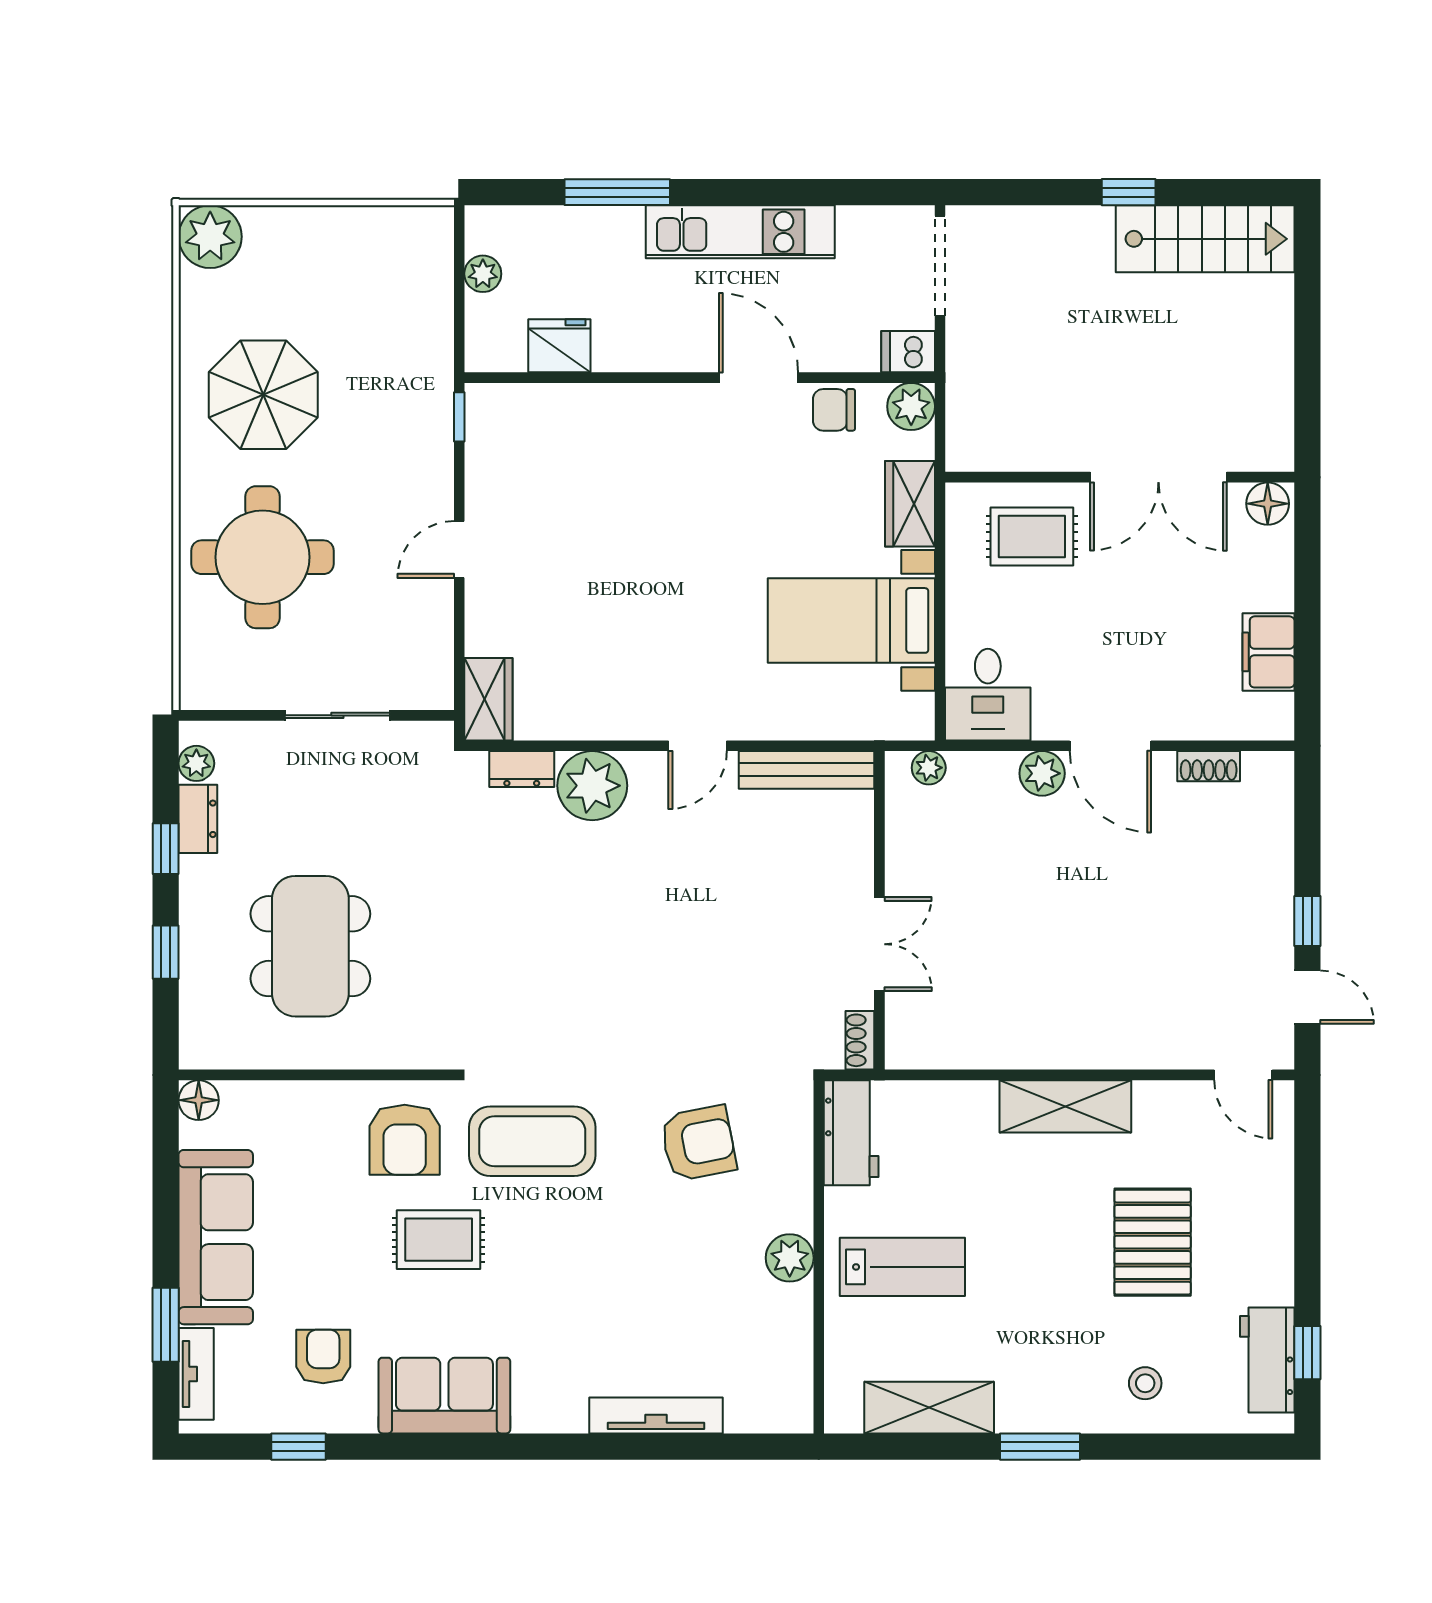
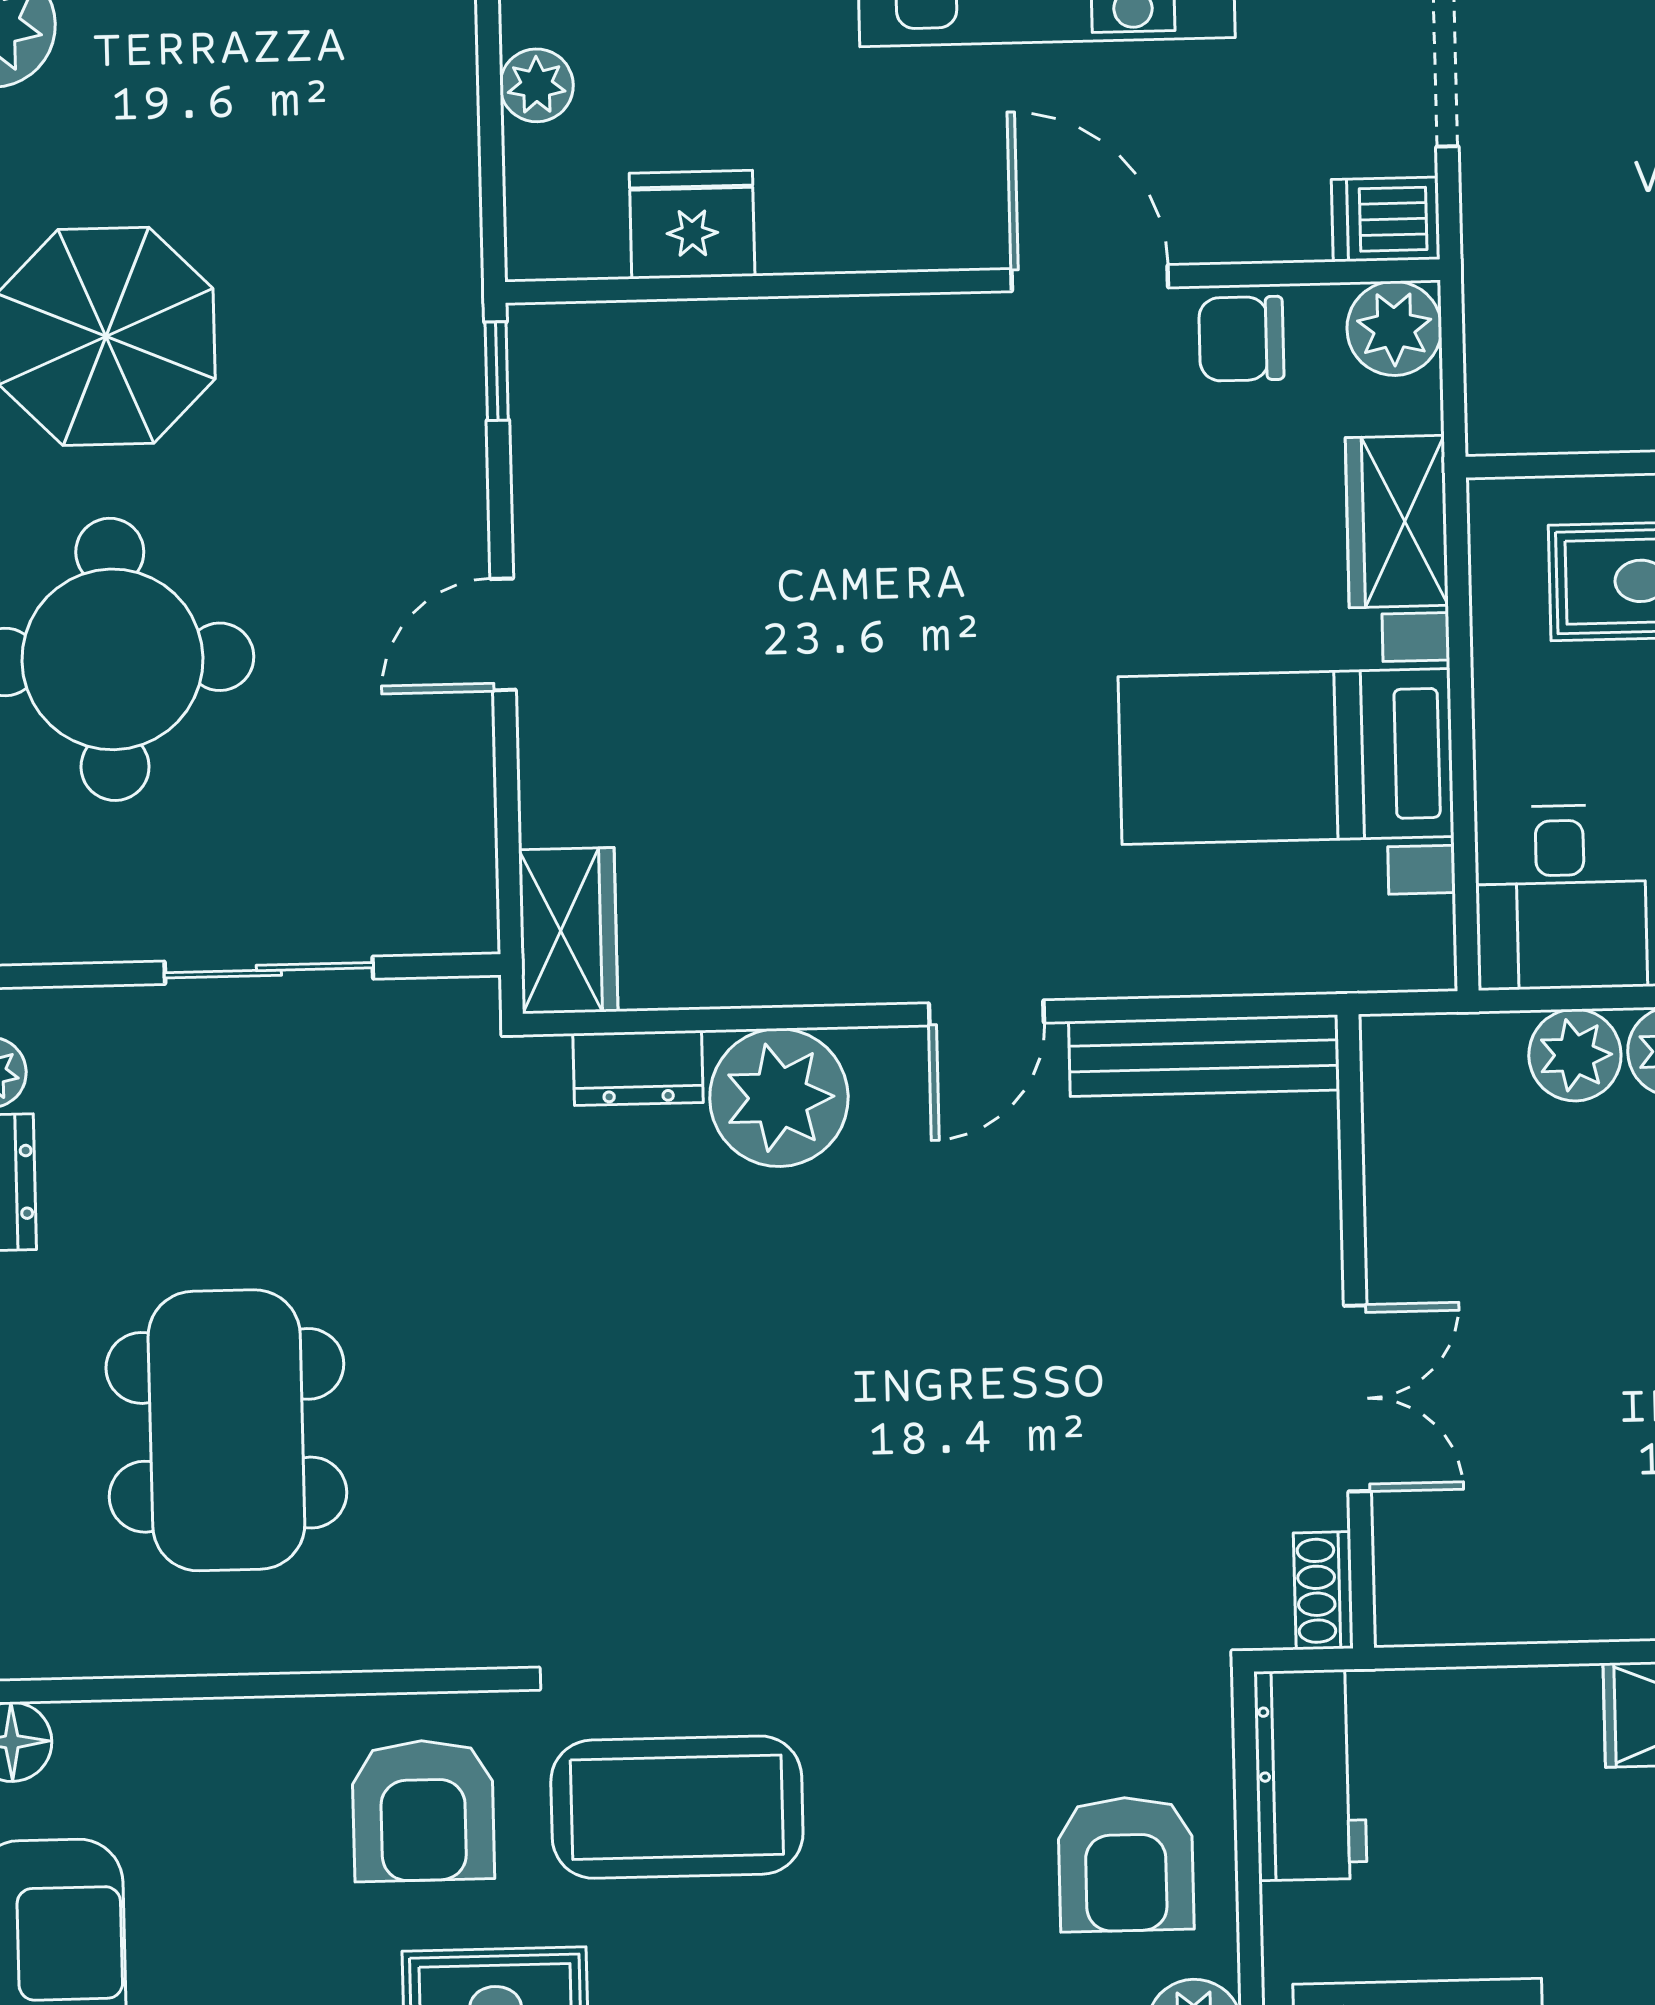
plant: (929, 768) -> (1575, 1055), moved, width x1.38, depth x1.38
armchair: (698, 1143) -> (1126, 1864), moved, turned 101

